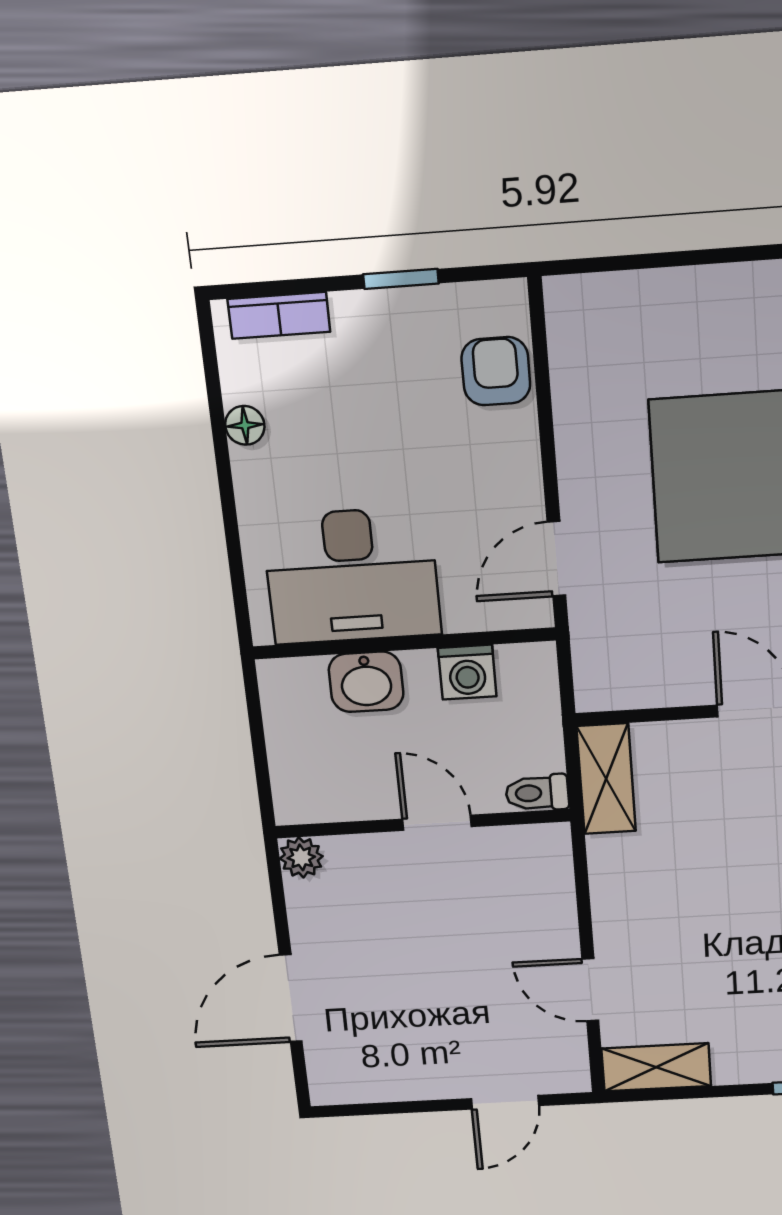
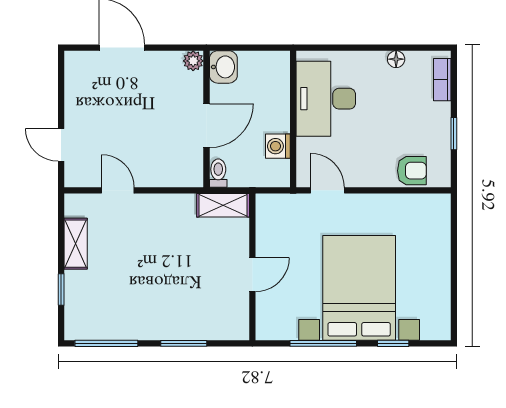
washbasin: (366, 682) -> (223, 67), moved, turned 180
door: (437, 823) -> (206, 126), width x1.38
door: (590, 990) -> (118, 190), hinge flipped
shelving: (656, 1067) -> (76, 244), moved

